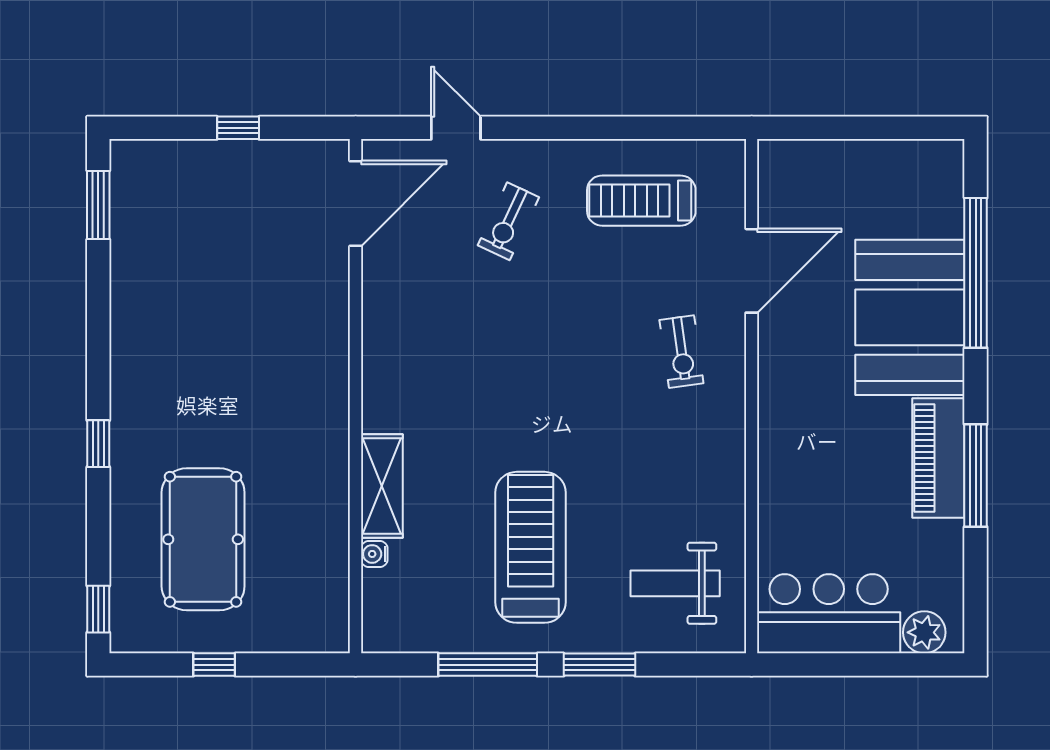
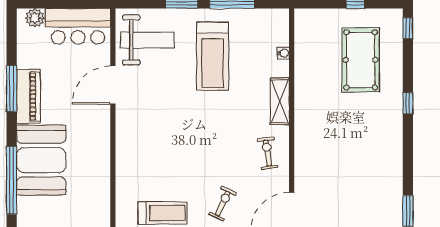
door: (752, 271) -> (113, 85), moved
exercise bike: (681, 352) -> (267, 153), moved
shelving: (382, 486) -> (280, 101), moved
weight bench: (675, 583) -> (147, 40), width x1.36, depth x1.33

